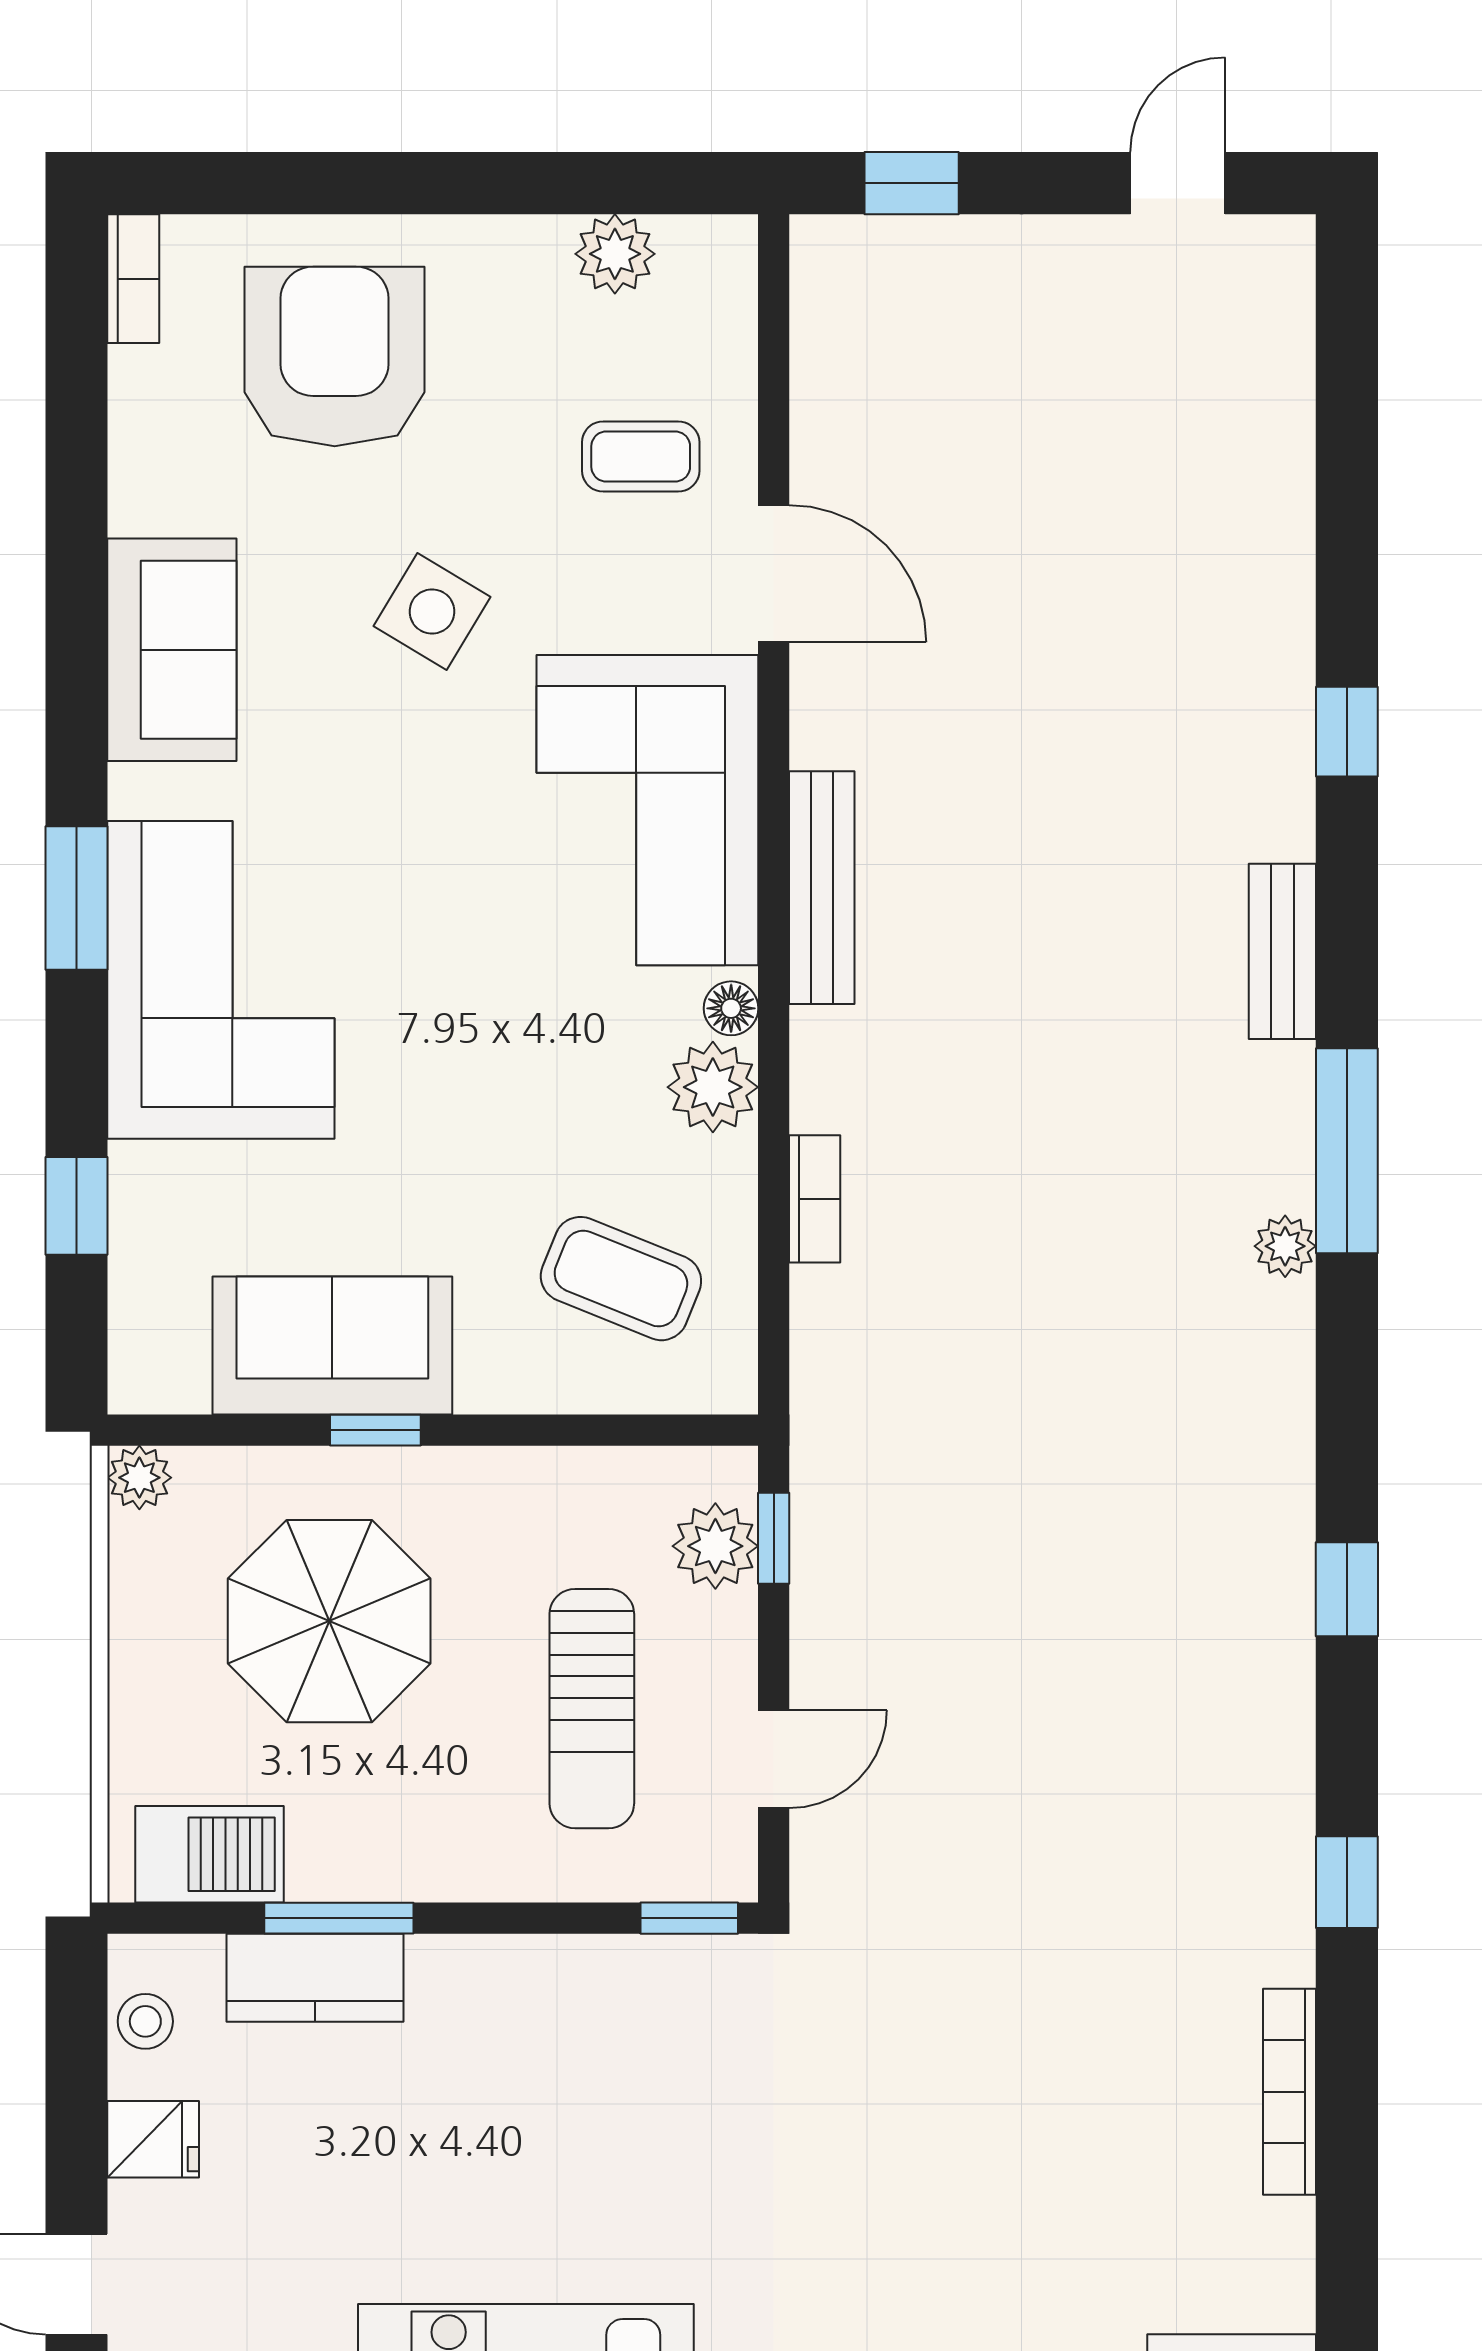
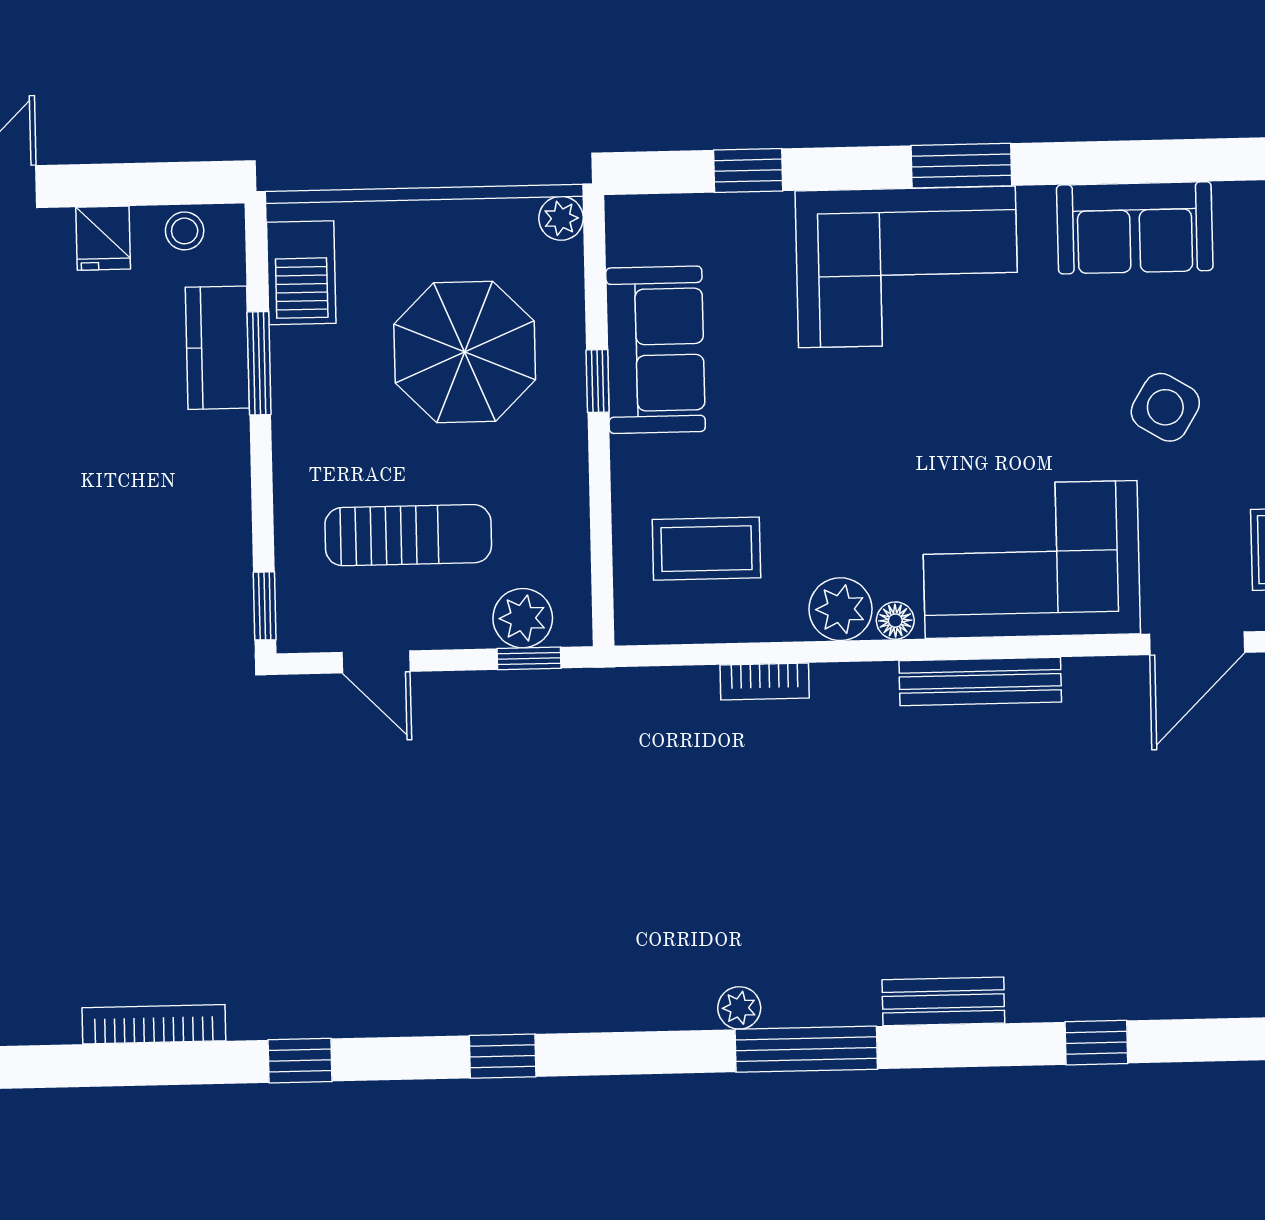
coffee table: (621, 1279) -> (706, 549), turned 68
sun lounger: (592, 1709) -> (408, 535), turned 180

